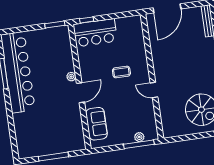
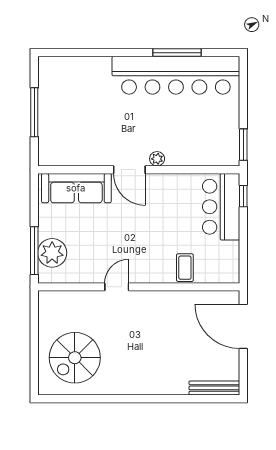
coffee table: (121, 72) -> (185, 268), moved
sofa: (97, 124) -> (76, 188), width x1.36
plant: (139, 137) -> (52, 253), width x1.88, depth x1.88

